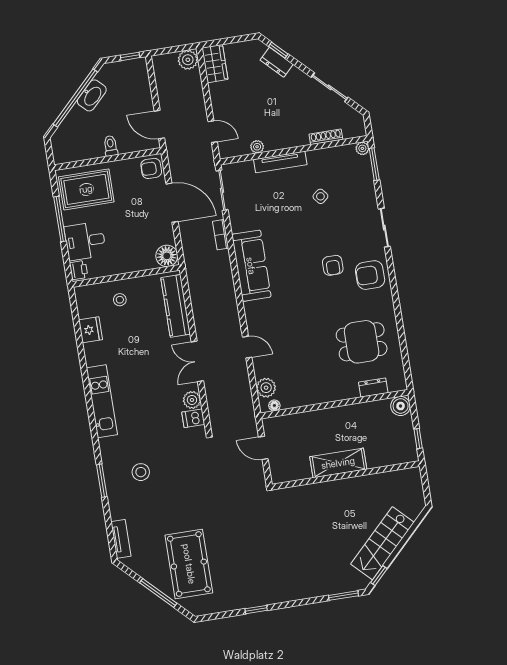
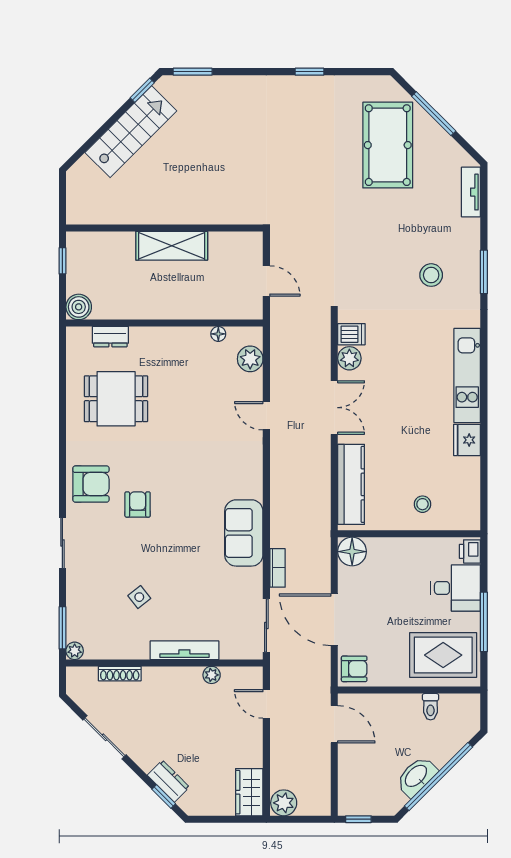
toilet: (111, 146) -> (431, 707), moved
sofa: (251, 266) -> (244, 533), width x0.73
fridge: (91, 330) -> (467, 440), moved
floor lamp: (274, 405) -> (218, 334), moved

